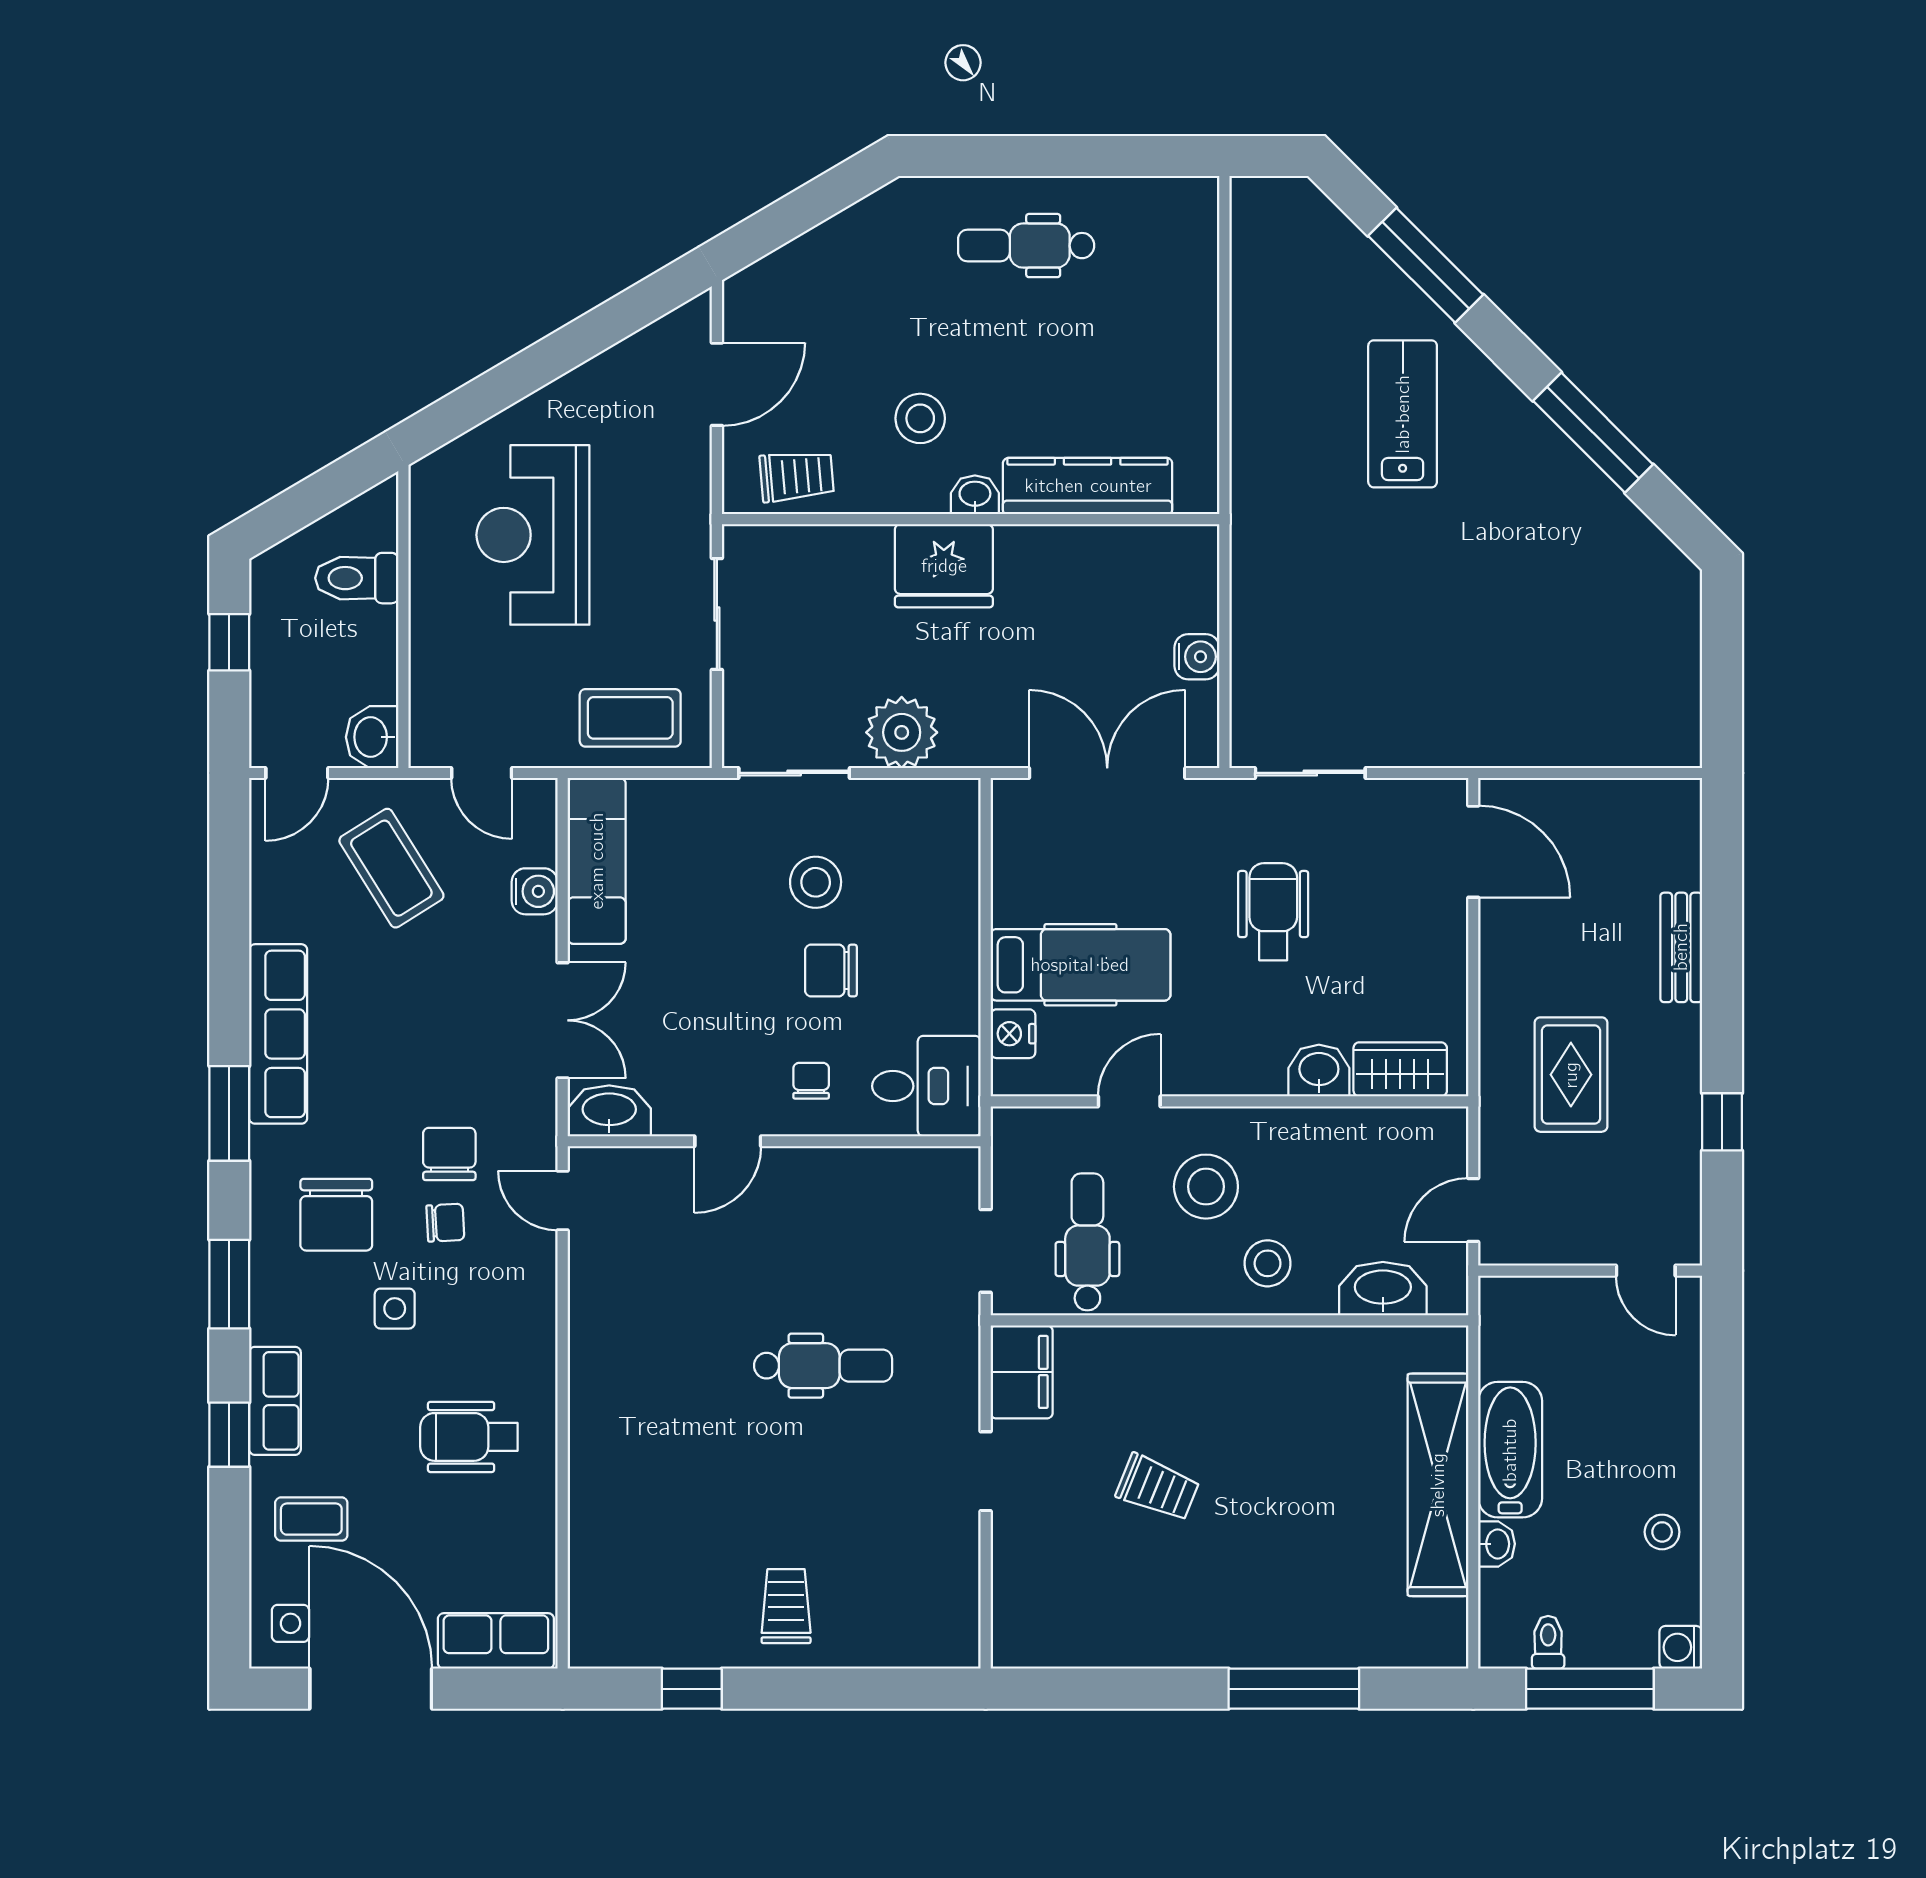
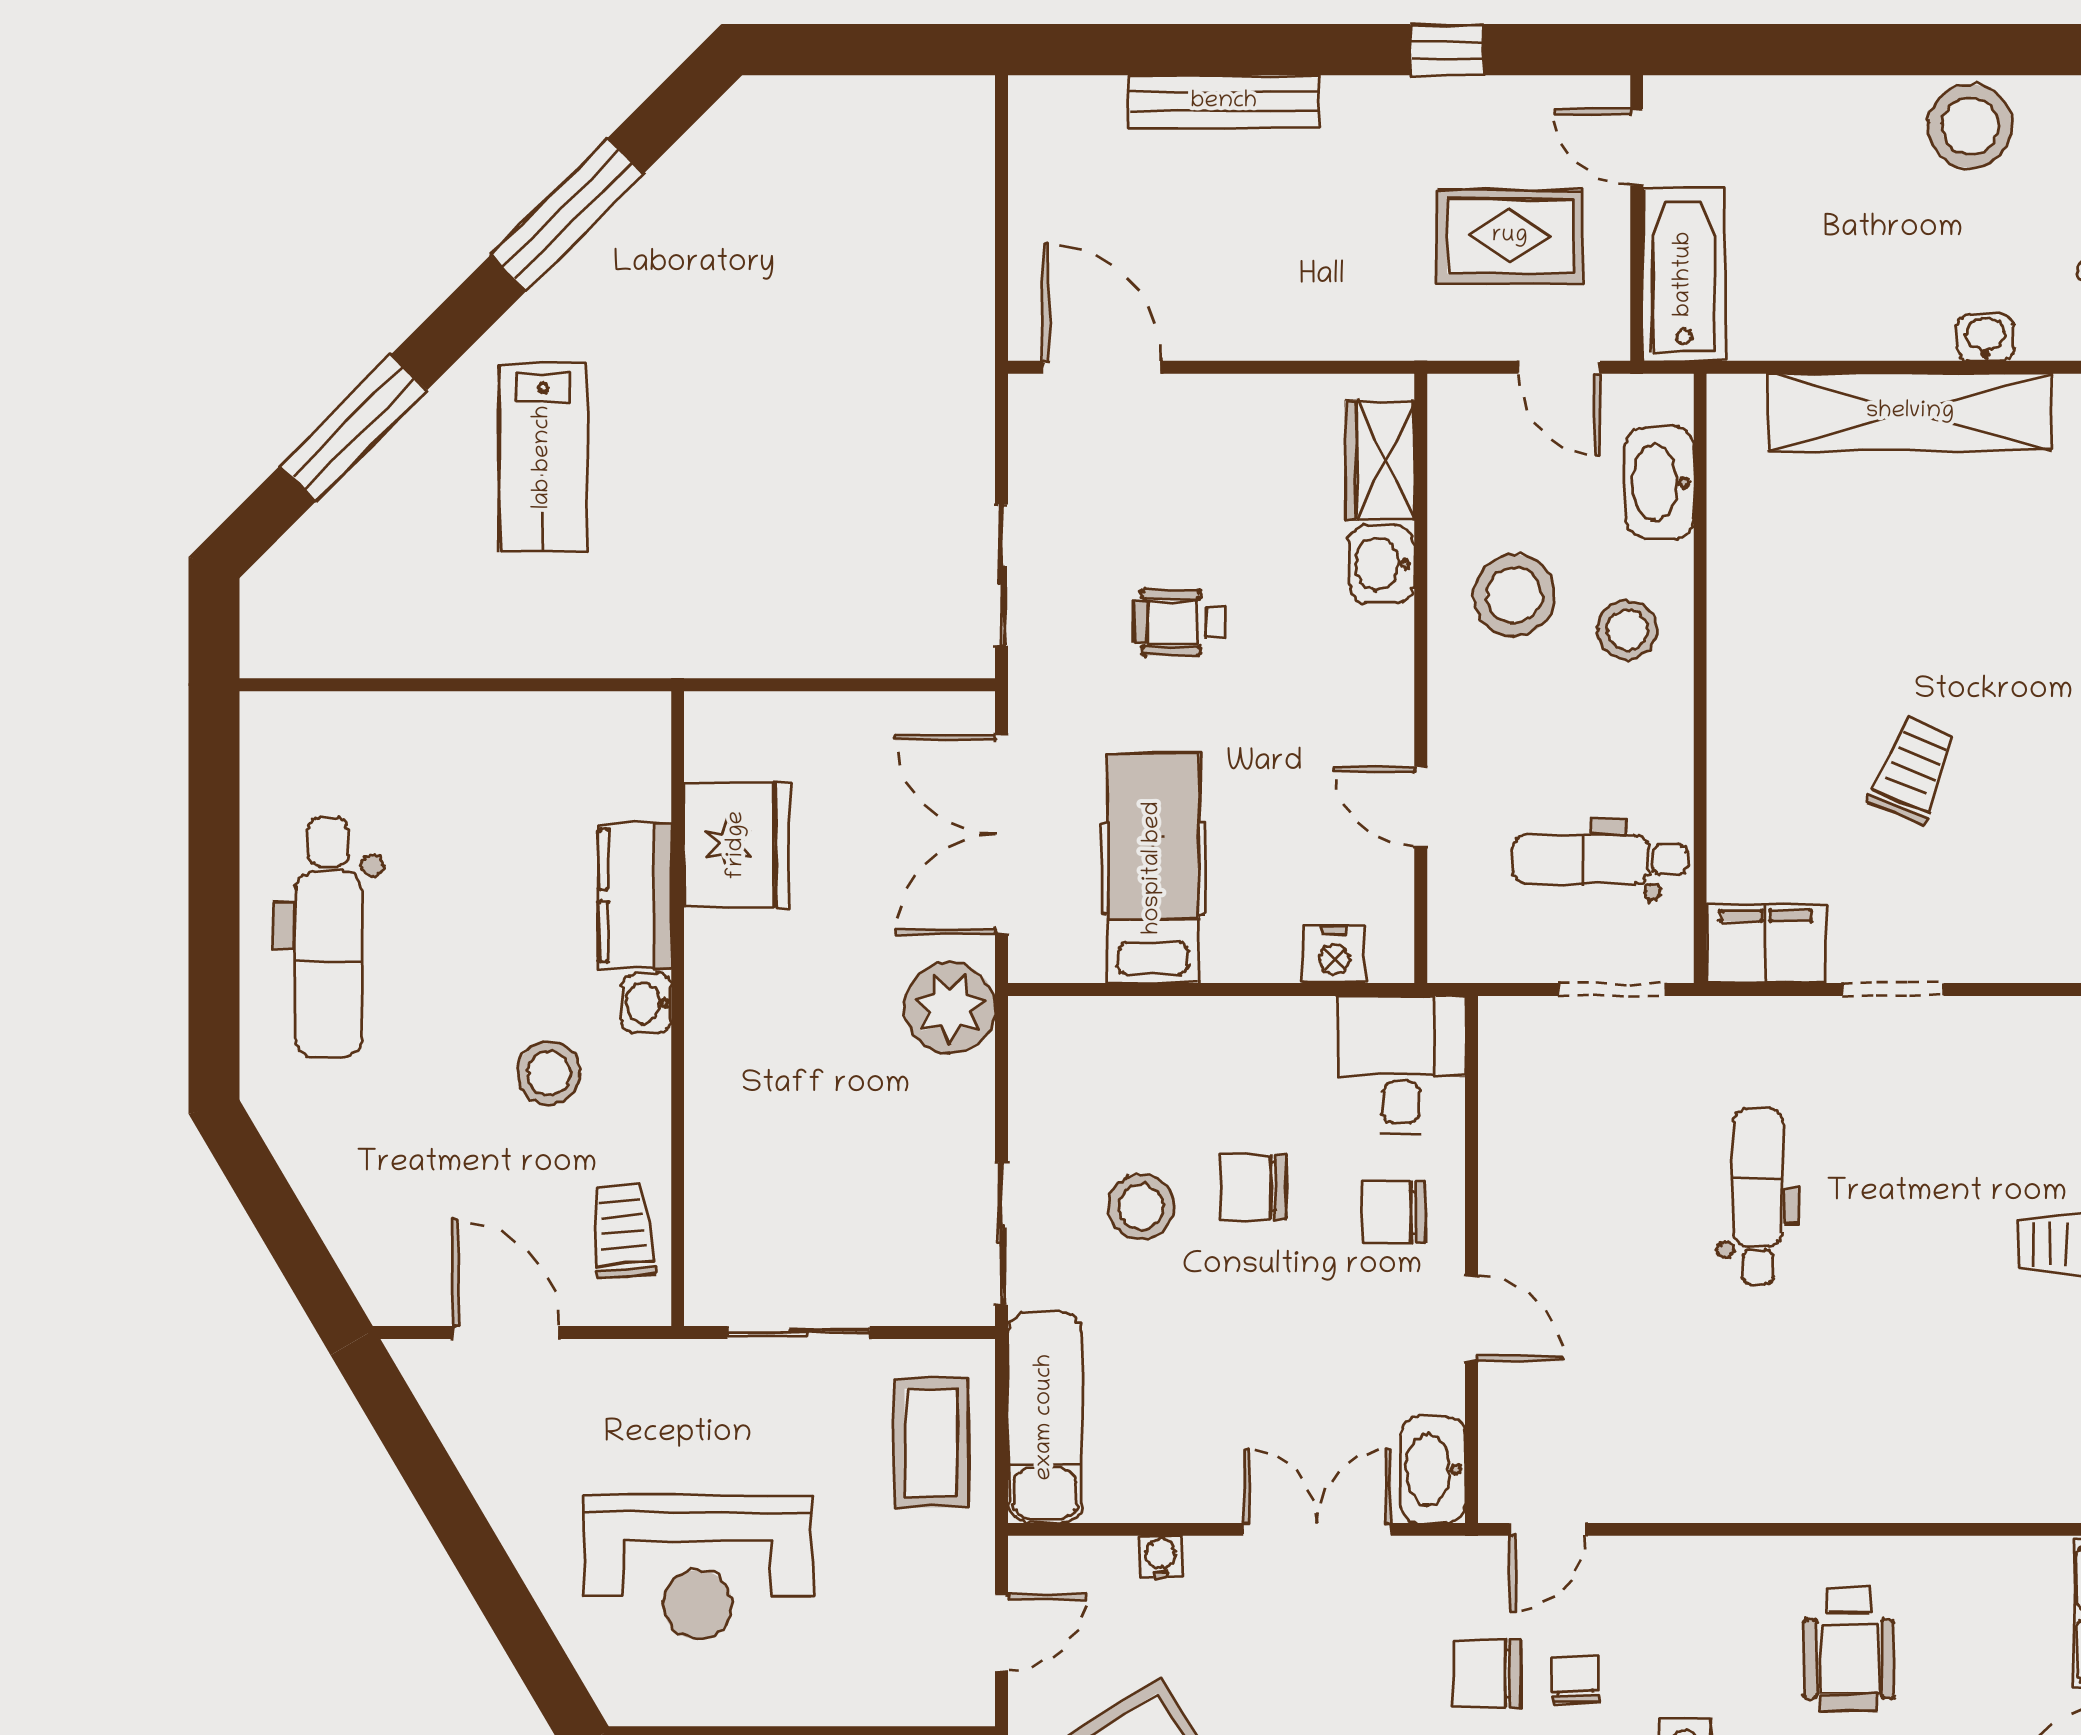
dental chair: (1026, 246) -> (328, 938), width x1.36, depth x1.38
lab bench: (1403, 414) -> (543, 457), turned -90
kitchen counter: (1088, 486) -> (635, 895), width x0.67
fridge: (944, 566) -> (737, 845), moved
water cooler: (1197, 657) -> (853, 720), removed
plant: (902, 732) -> (950, 1008), moved
door: (1473, 852) -> (1102, 367), hinge flipped
exam couch: (597, 861) -> (1045, 1417), moved, turned 90
water cooler: (535, 891) -> (1161, 1557), width x0.72, depth x0.72
wheelchair: (1273, 912) -> (1179, 622), width x0.73, depth x0.73
bench: (1681, 947) -> (1224, 102), width x1.36
hospital bed: (1080, 965) -> (1153, 868), moved
chair: (831, 970) -> (1254, 1187), turned 90
rug: (1571, 1075) -> (1510, 236), moved
chair: (811, 1081) -> (1394, 1212), width x1.37, depth x1.37
stool: (1206, 1187) -> (1514, 595), moved
door: (1646, 1271) -> (1637, 147), swing flipped
bathtub: (1510, 1450) -> (1684, 274), moved, turned 90
stool: (1662, 1532) -> (1970, 126), width x1.89, depth x1.89

